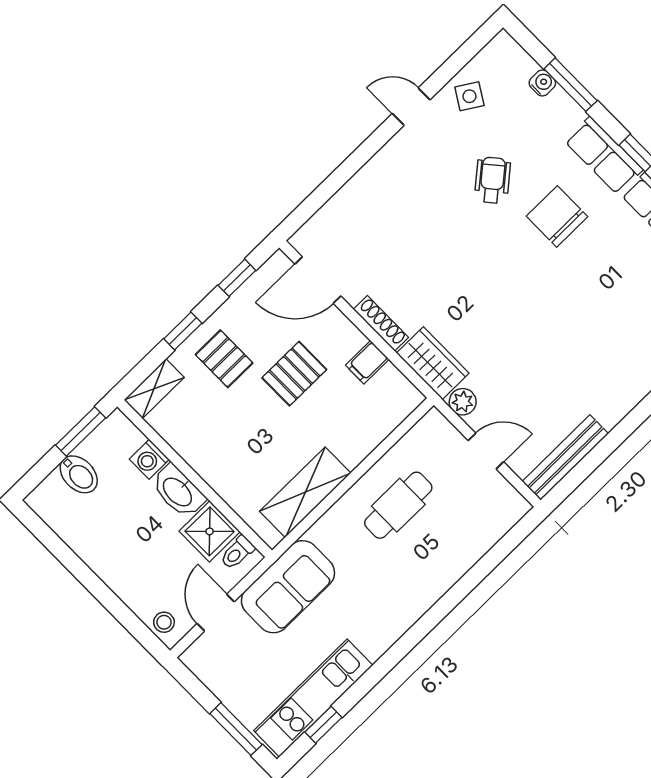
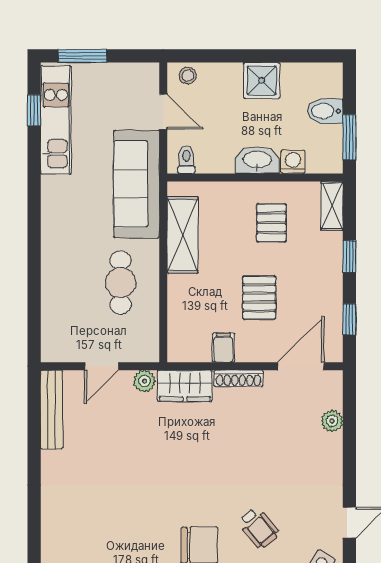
plant: (339, 207) -> (332, 421), added
pallet: (224, 359) -> (271, 223), moved, turned 90
shower: (210, 531) -> (262, 80), moved
sofa: (288, 587) -> (137, 184), width x1.36

